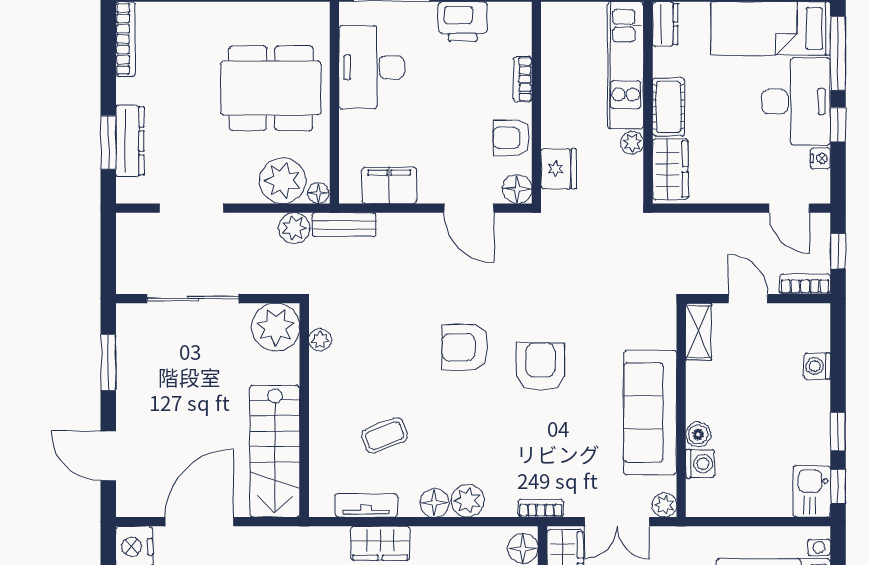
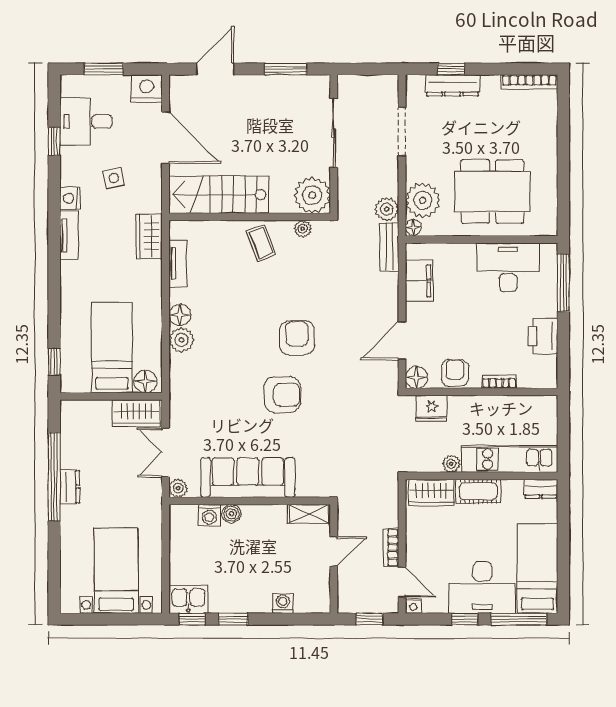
dining table: (271, 88) -> (492, 192), turned 90
window: (108, 143) -> (451, 69), width x0.67
nightstand: (820, 158) -> (413, 606), moved
door: (789, 208) -> (402, 582), swing flipped
bookcase: (805, 284) -> (391, 548), moved, turned 180
coffee table: (385, 436) -> (261, 243), moved
bookcase: (541, 508) -> (176, 395), removed
wardrobe: (380, 543) -> (149, 236), moved

